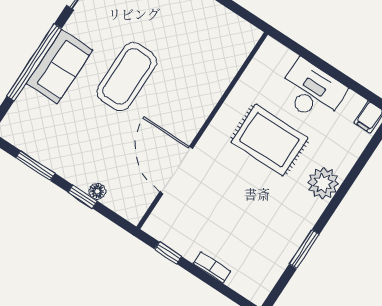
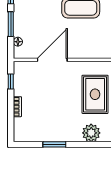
floor lamp: (97, 191) -> (18, 42), moved
window: (83, 197) -> (11, 24), width x1.50

